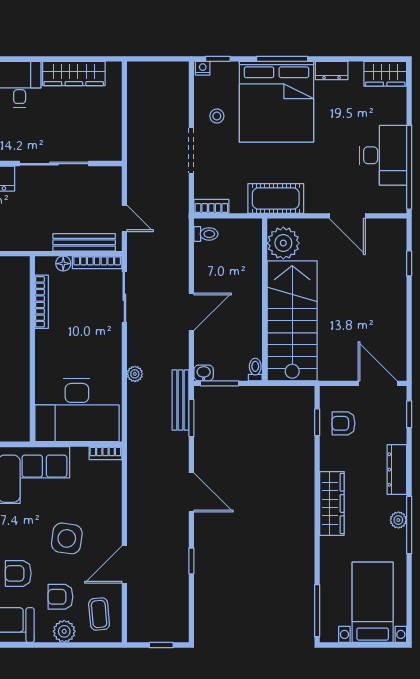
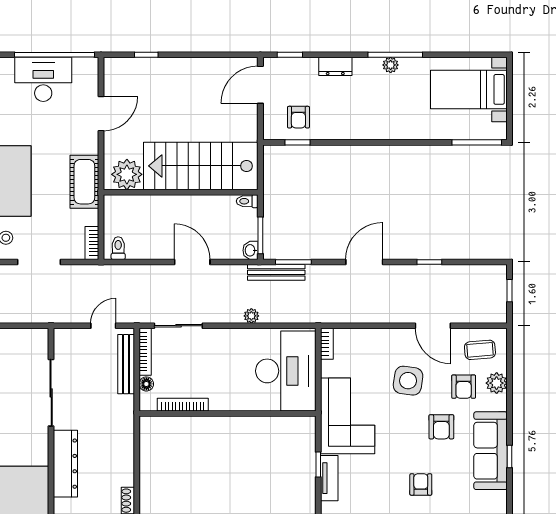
dresser: (397, 470) -> (335, 66), width x0.70
wardrobe: (332, 503) -> (375, 128), removed

